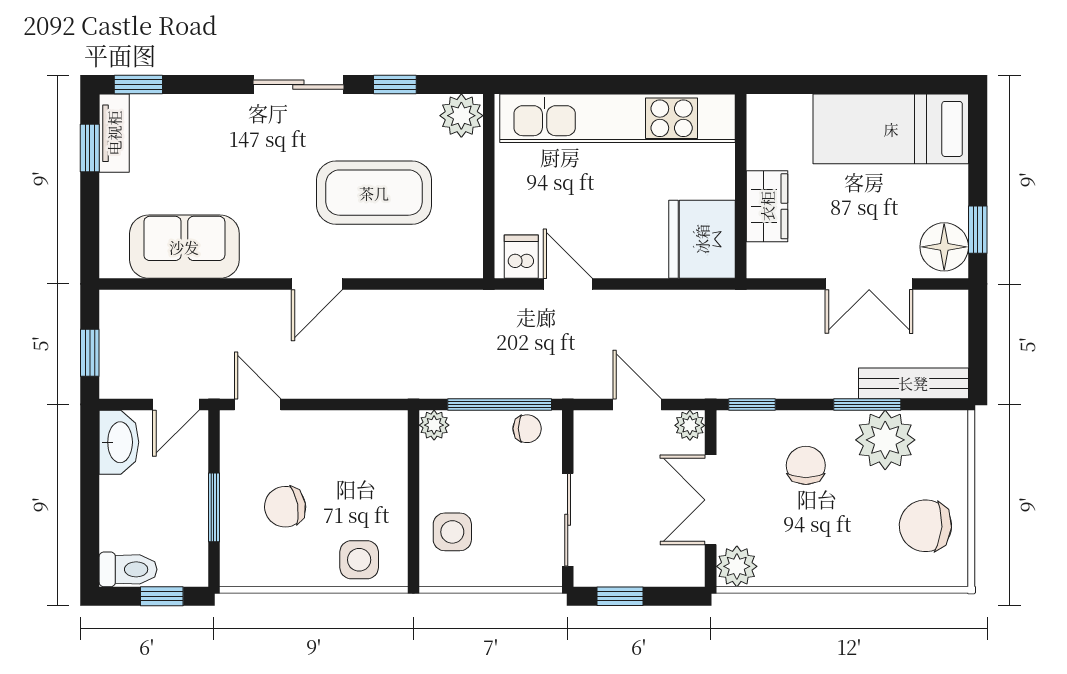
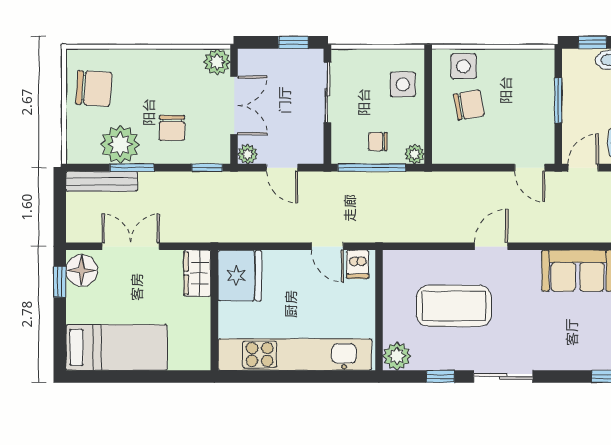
wardrobe: (767, 206) -> (197, 273), moved
chair: (527, 429) -> (378, 142), moved
chair: (285, 507) -> (469, 105), moved

